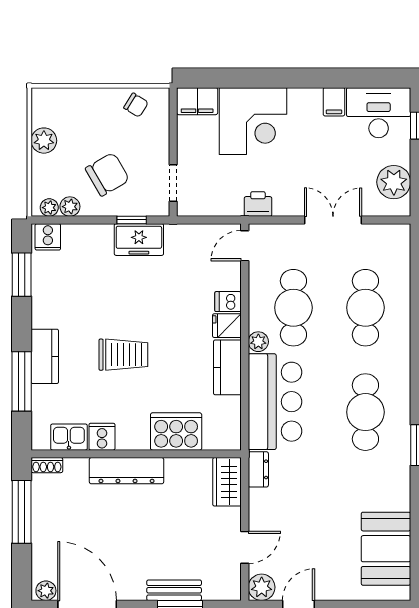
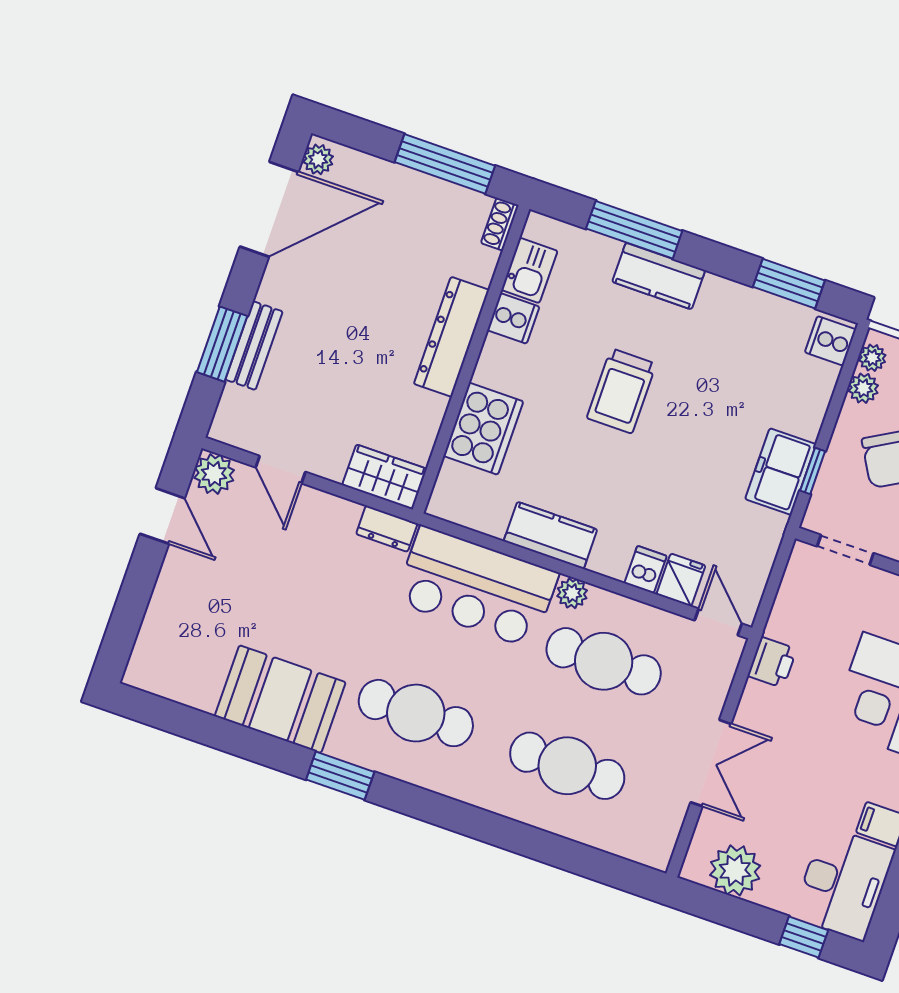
fridge: (227, 326) -> (681, 580), moved
booth: (386, 549) -> (280, 699), moved

